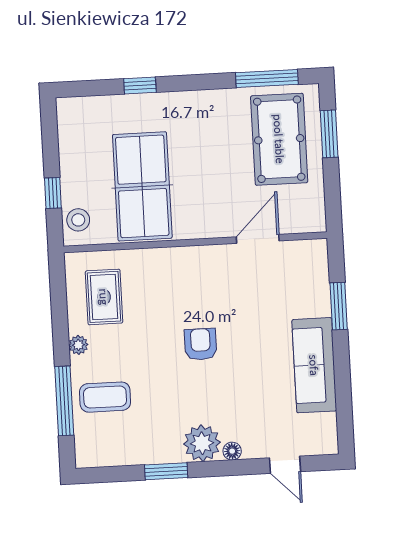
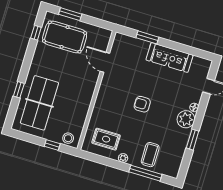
window: (267, 79) -> (36, 33), width x0.46
table tennis table: (142, 186) -> (39, 103), moved, turned 90

